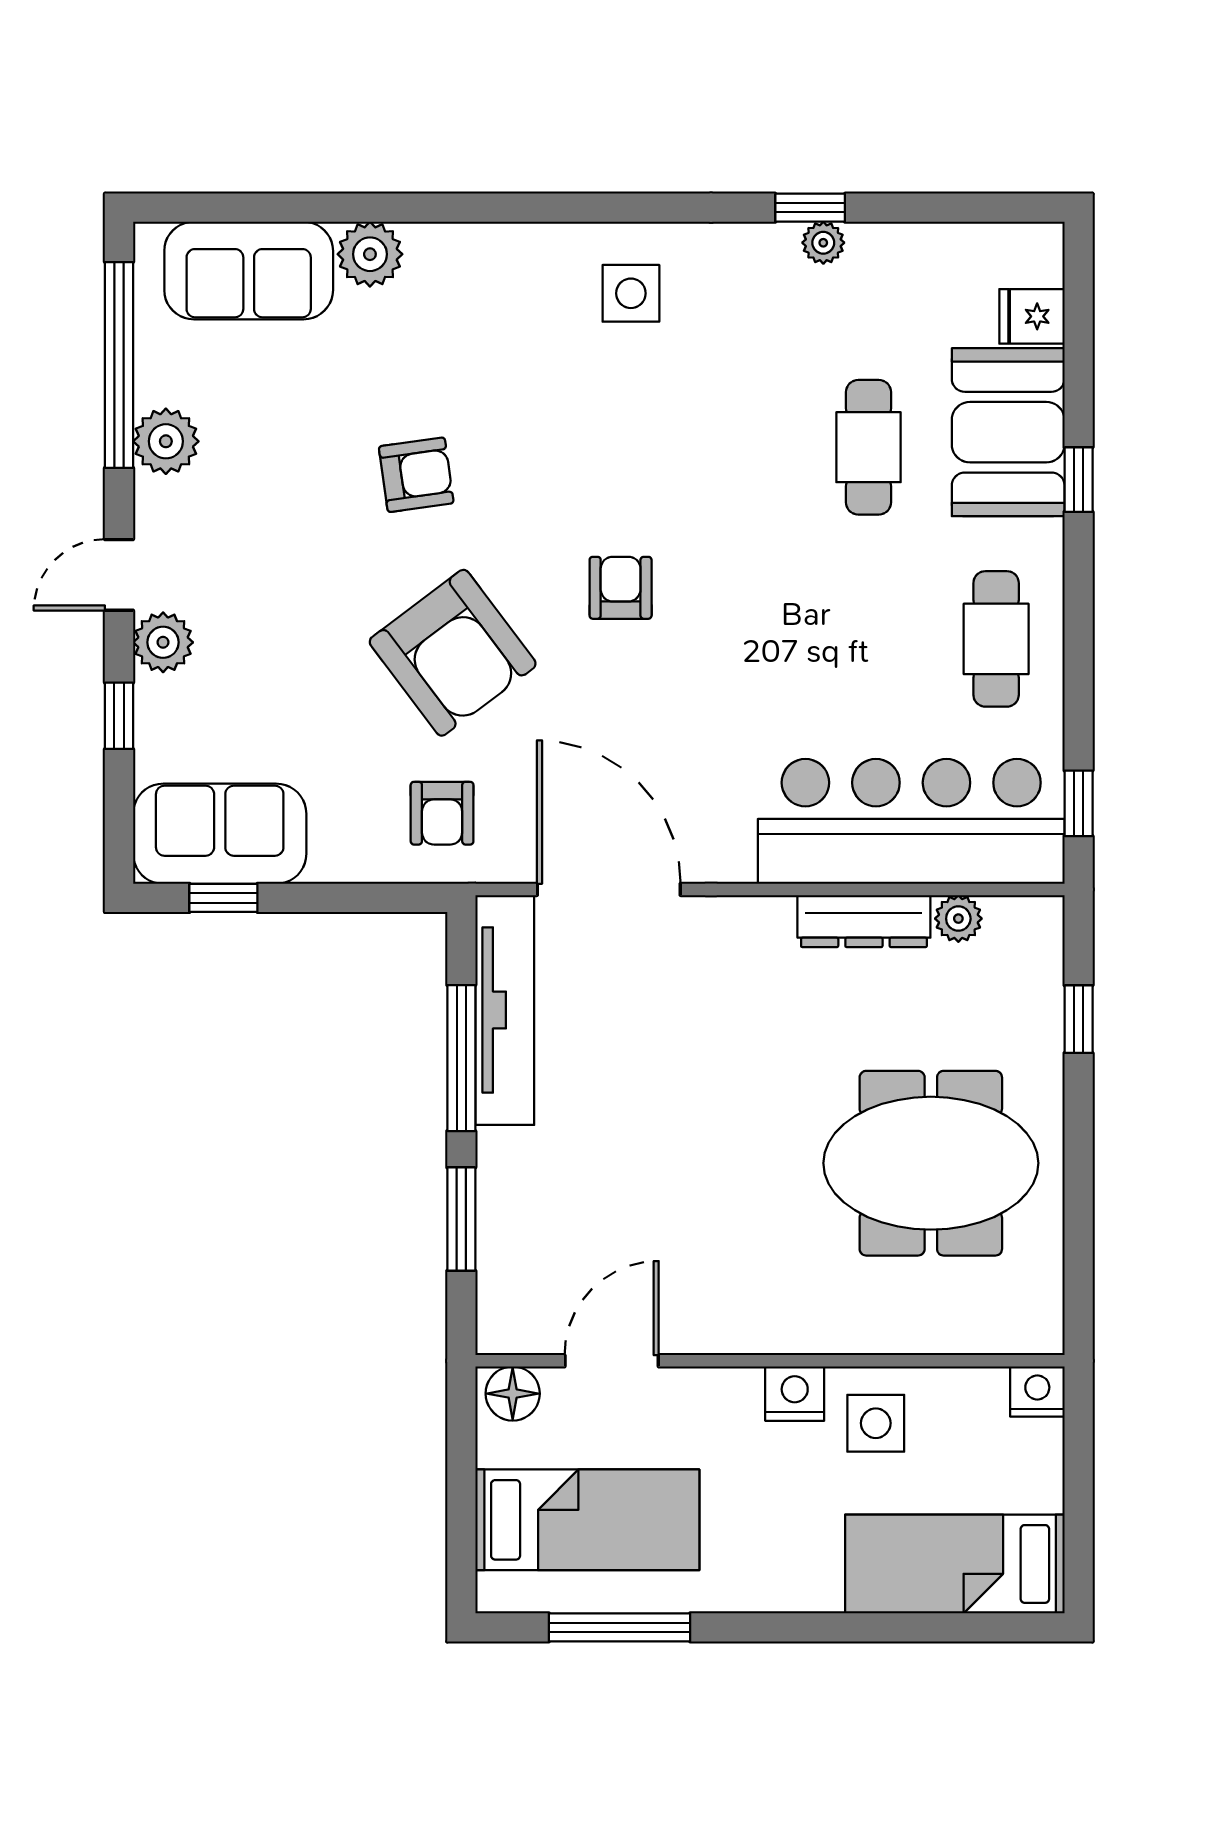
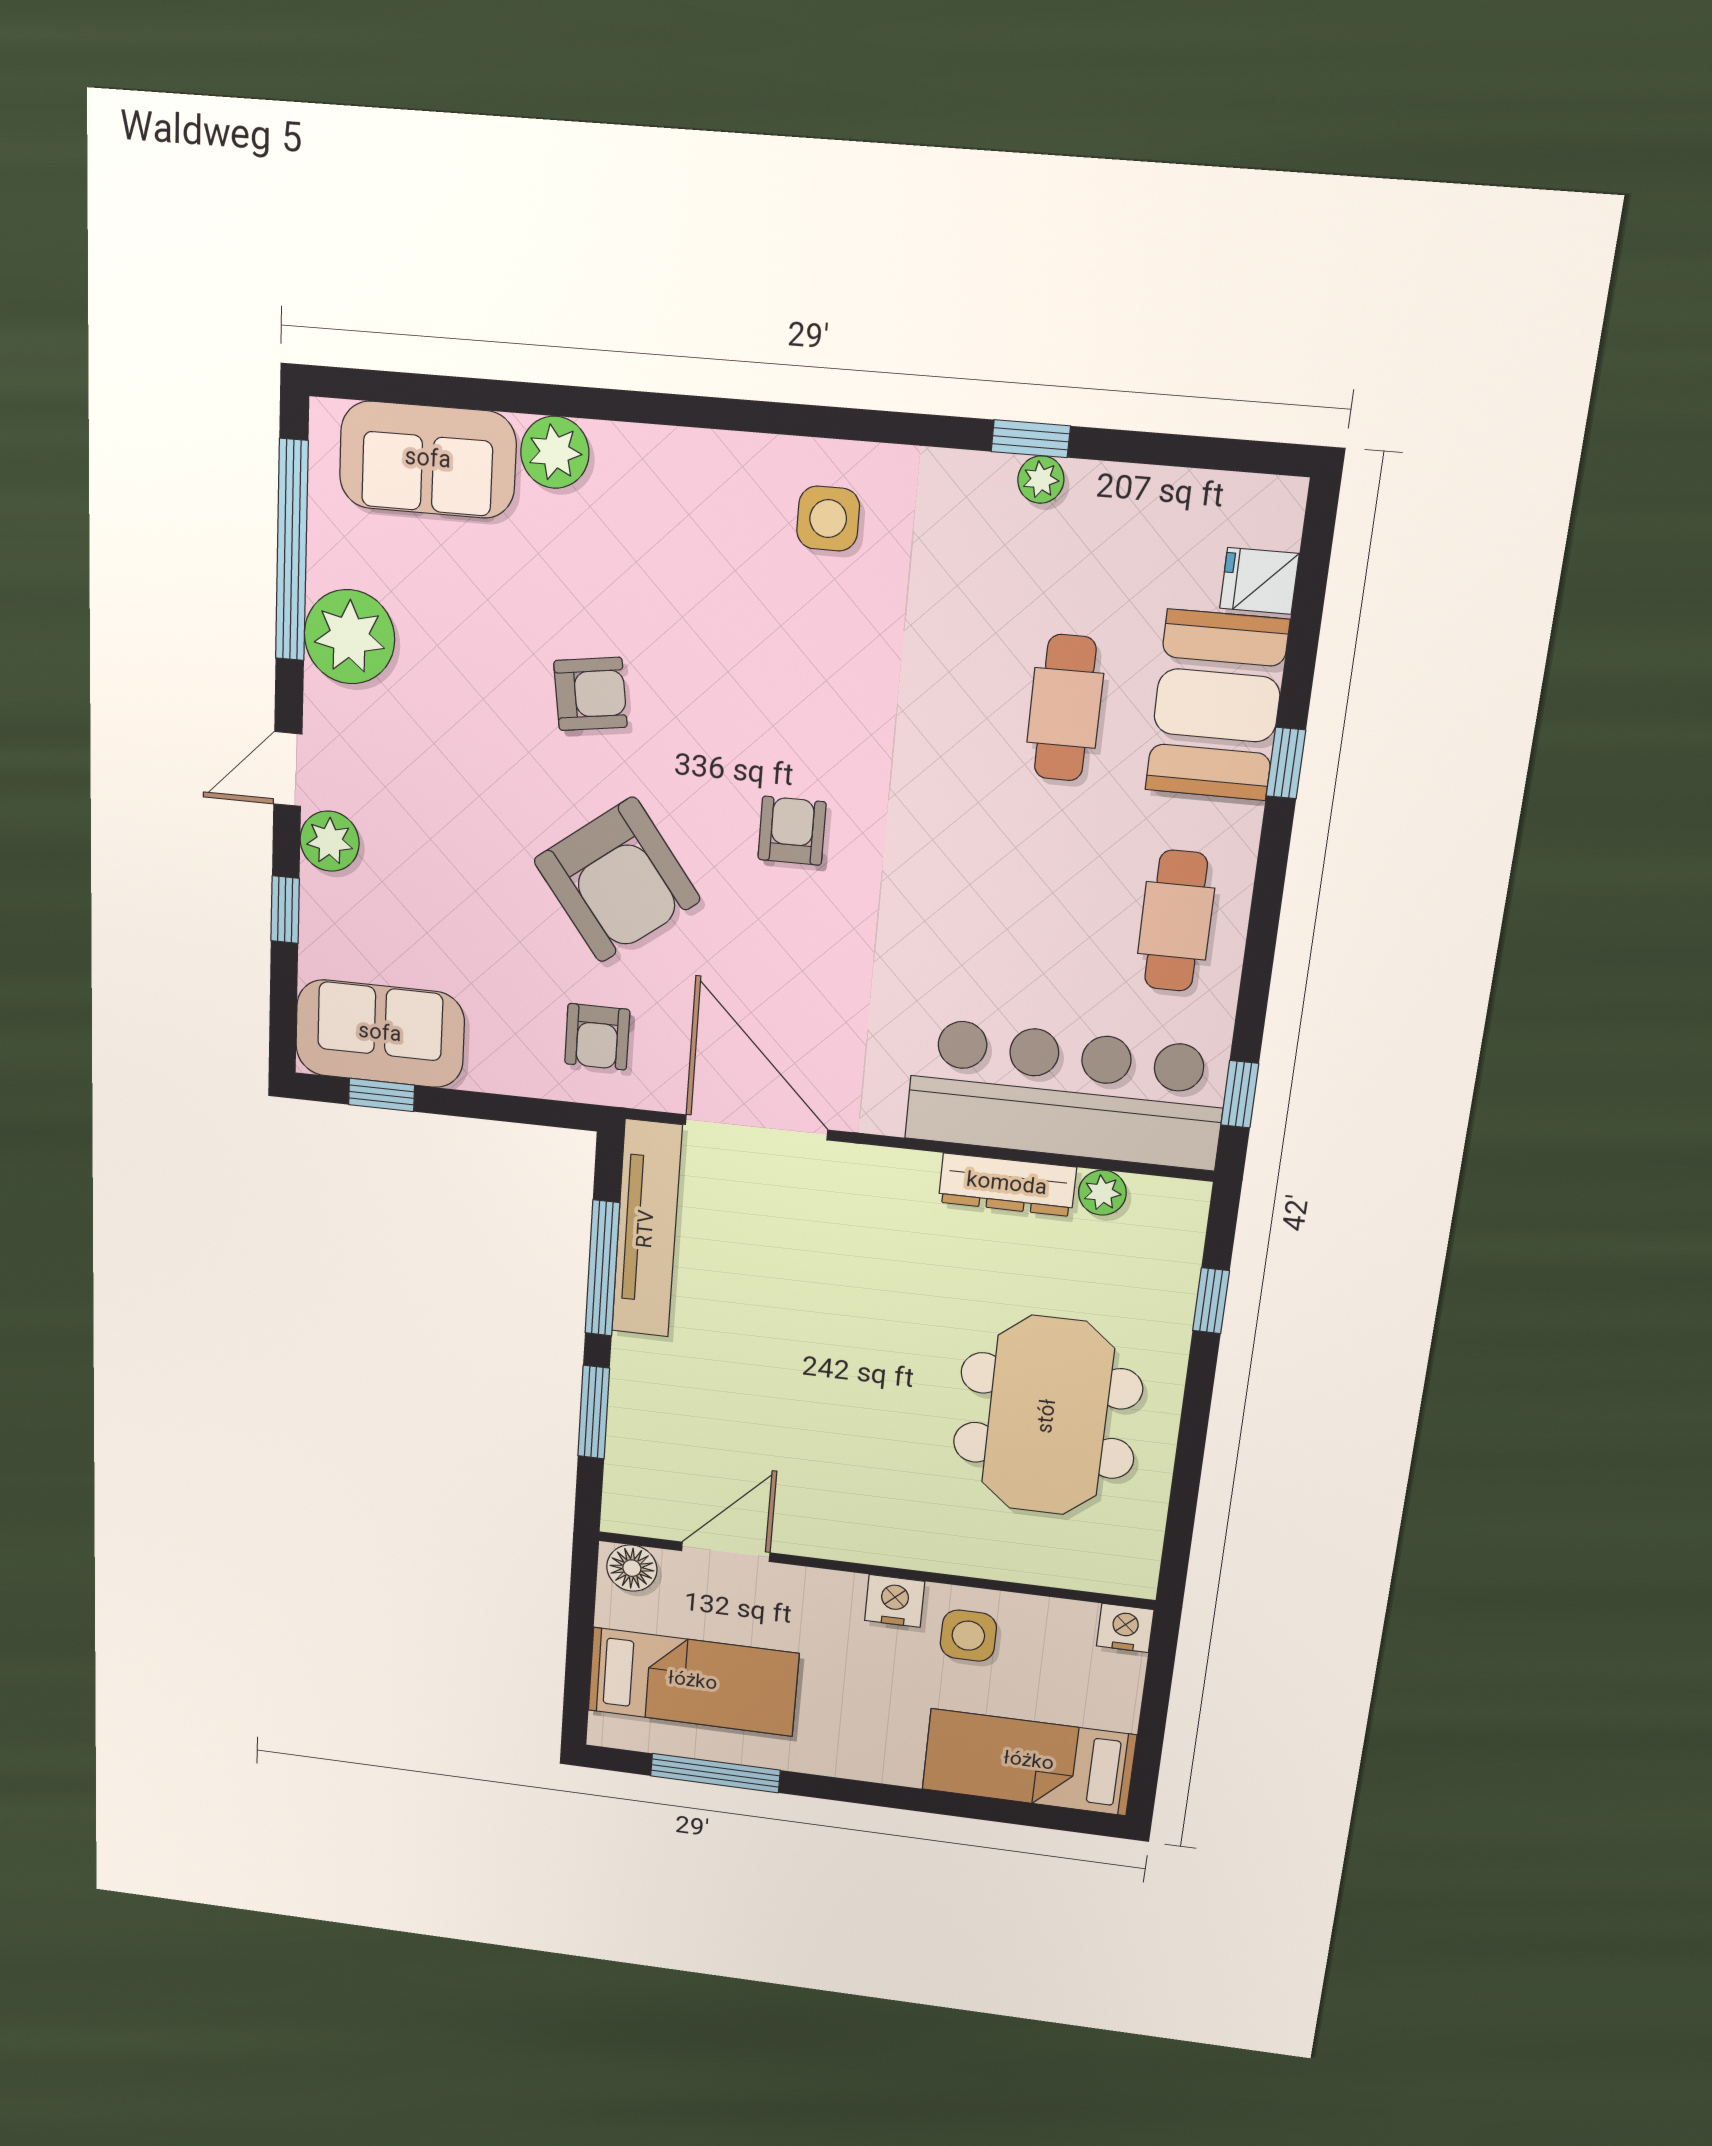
plant: (166, 441) -> (349, 637), width x1.36, depth x1.36
meeting table: (931, 1163) -> (1048, 1416), turned 90

